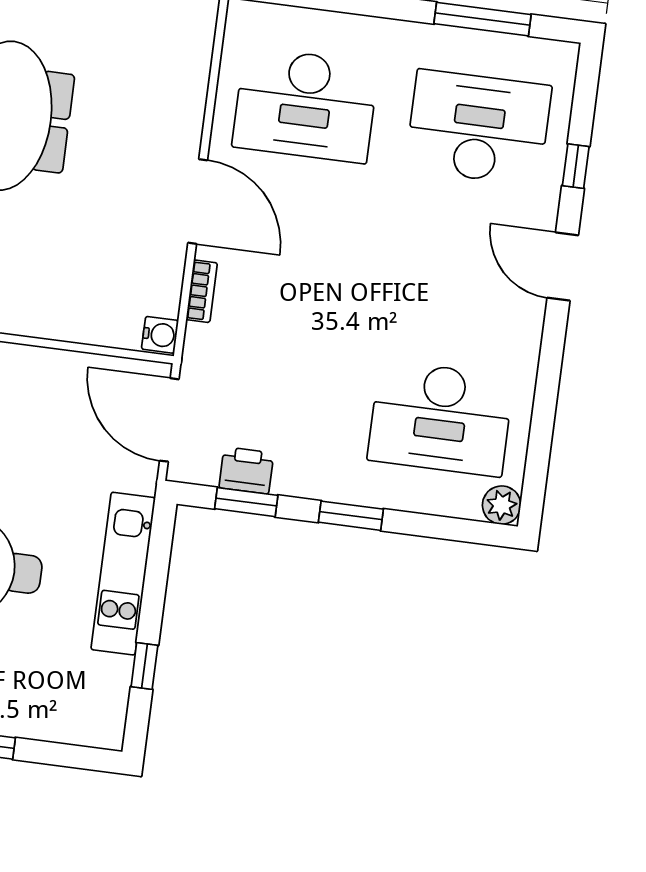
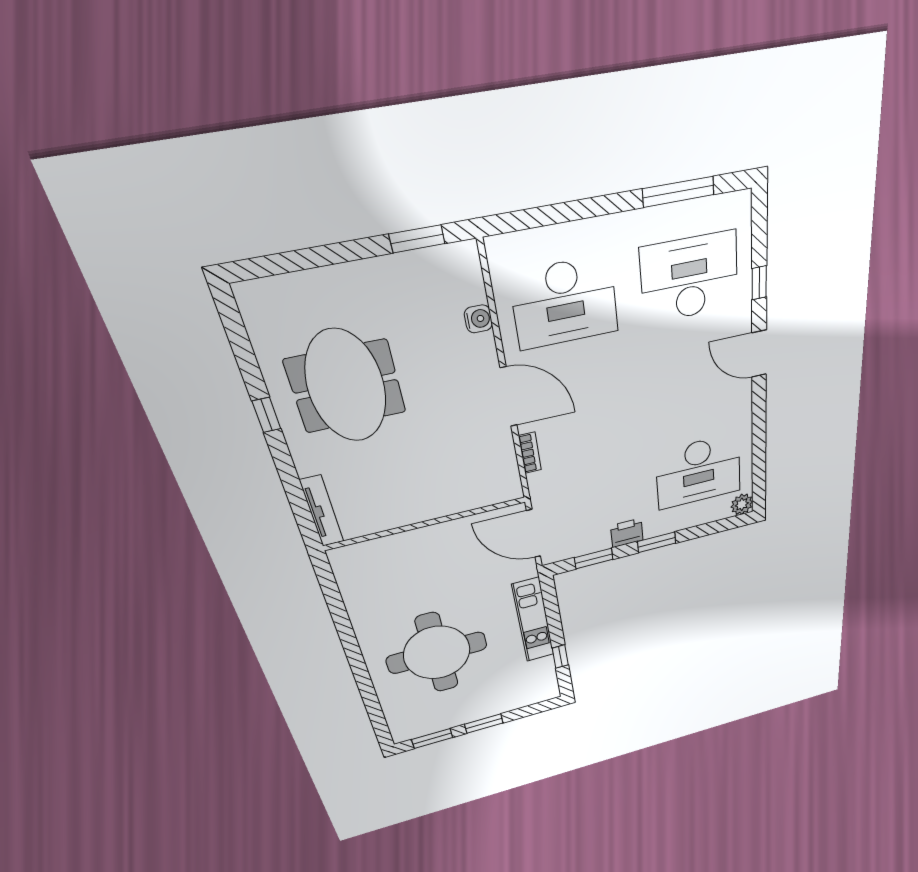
water cooler: (160, 335) -> (478, 319), moved
printer: (246, 470) -> (627, 533), moved

